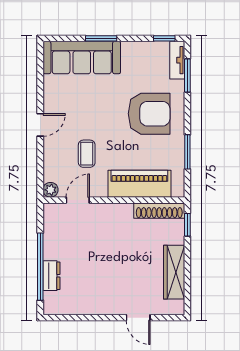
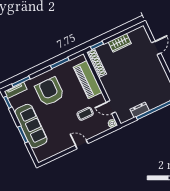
sofa: (82, 58) -> (31, 126), moved
wardrobe: (174, 272) -> (120, 43), width x0.67
dresser: (51, 276) -> (140, 110), moved

